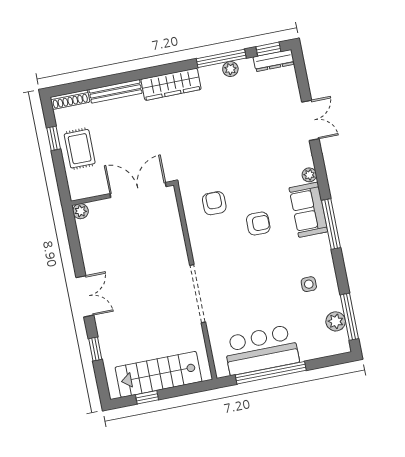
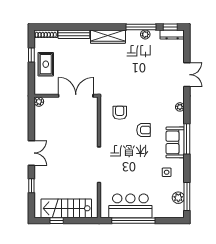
sofa: (308, 210) -> (175, 142), moved

